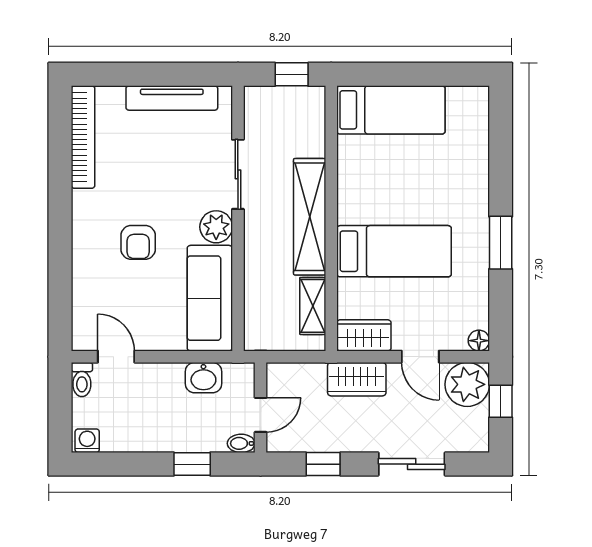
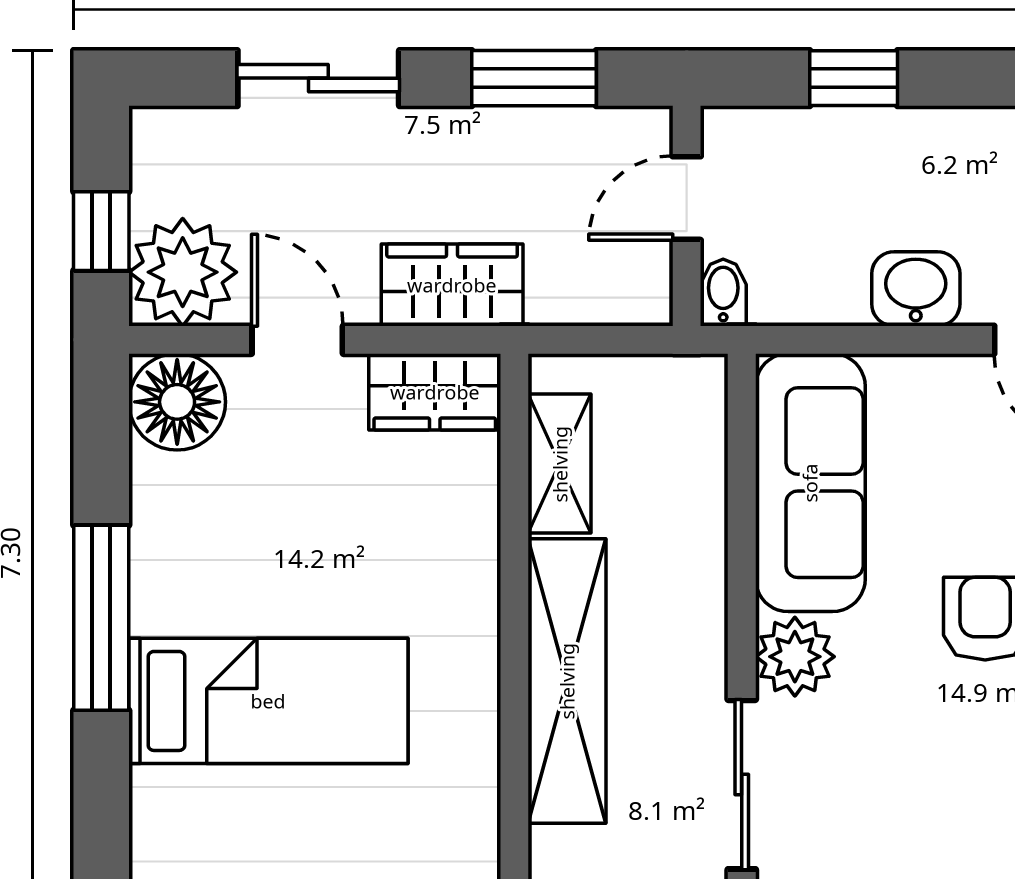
window: (501, 243) -> (101, 618), width x1.44
bed: (394, 251) -> (268, 701), moved, turned 180
floor lamp: (479, 341) -> (177, 402), width x1.89, depth x1.89
washbasin: (203, 378) -> (916, 289), moved
bidet: (241, 443) -> (723, 293), moved, turned -90
window: (323, 464) -> (534, 78), width x1.50

